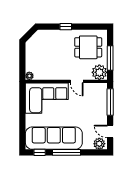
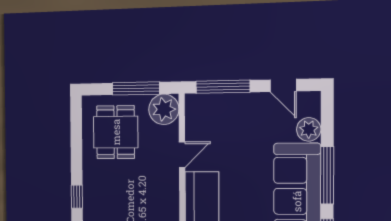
window: (66, 27) -> (77, 197), moved
door: (110, 131) -> (283, 85), hinge flipped
plant: (99, 144) -> (309, 129), moved

